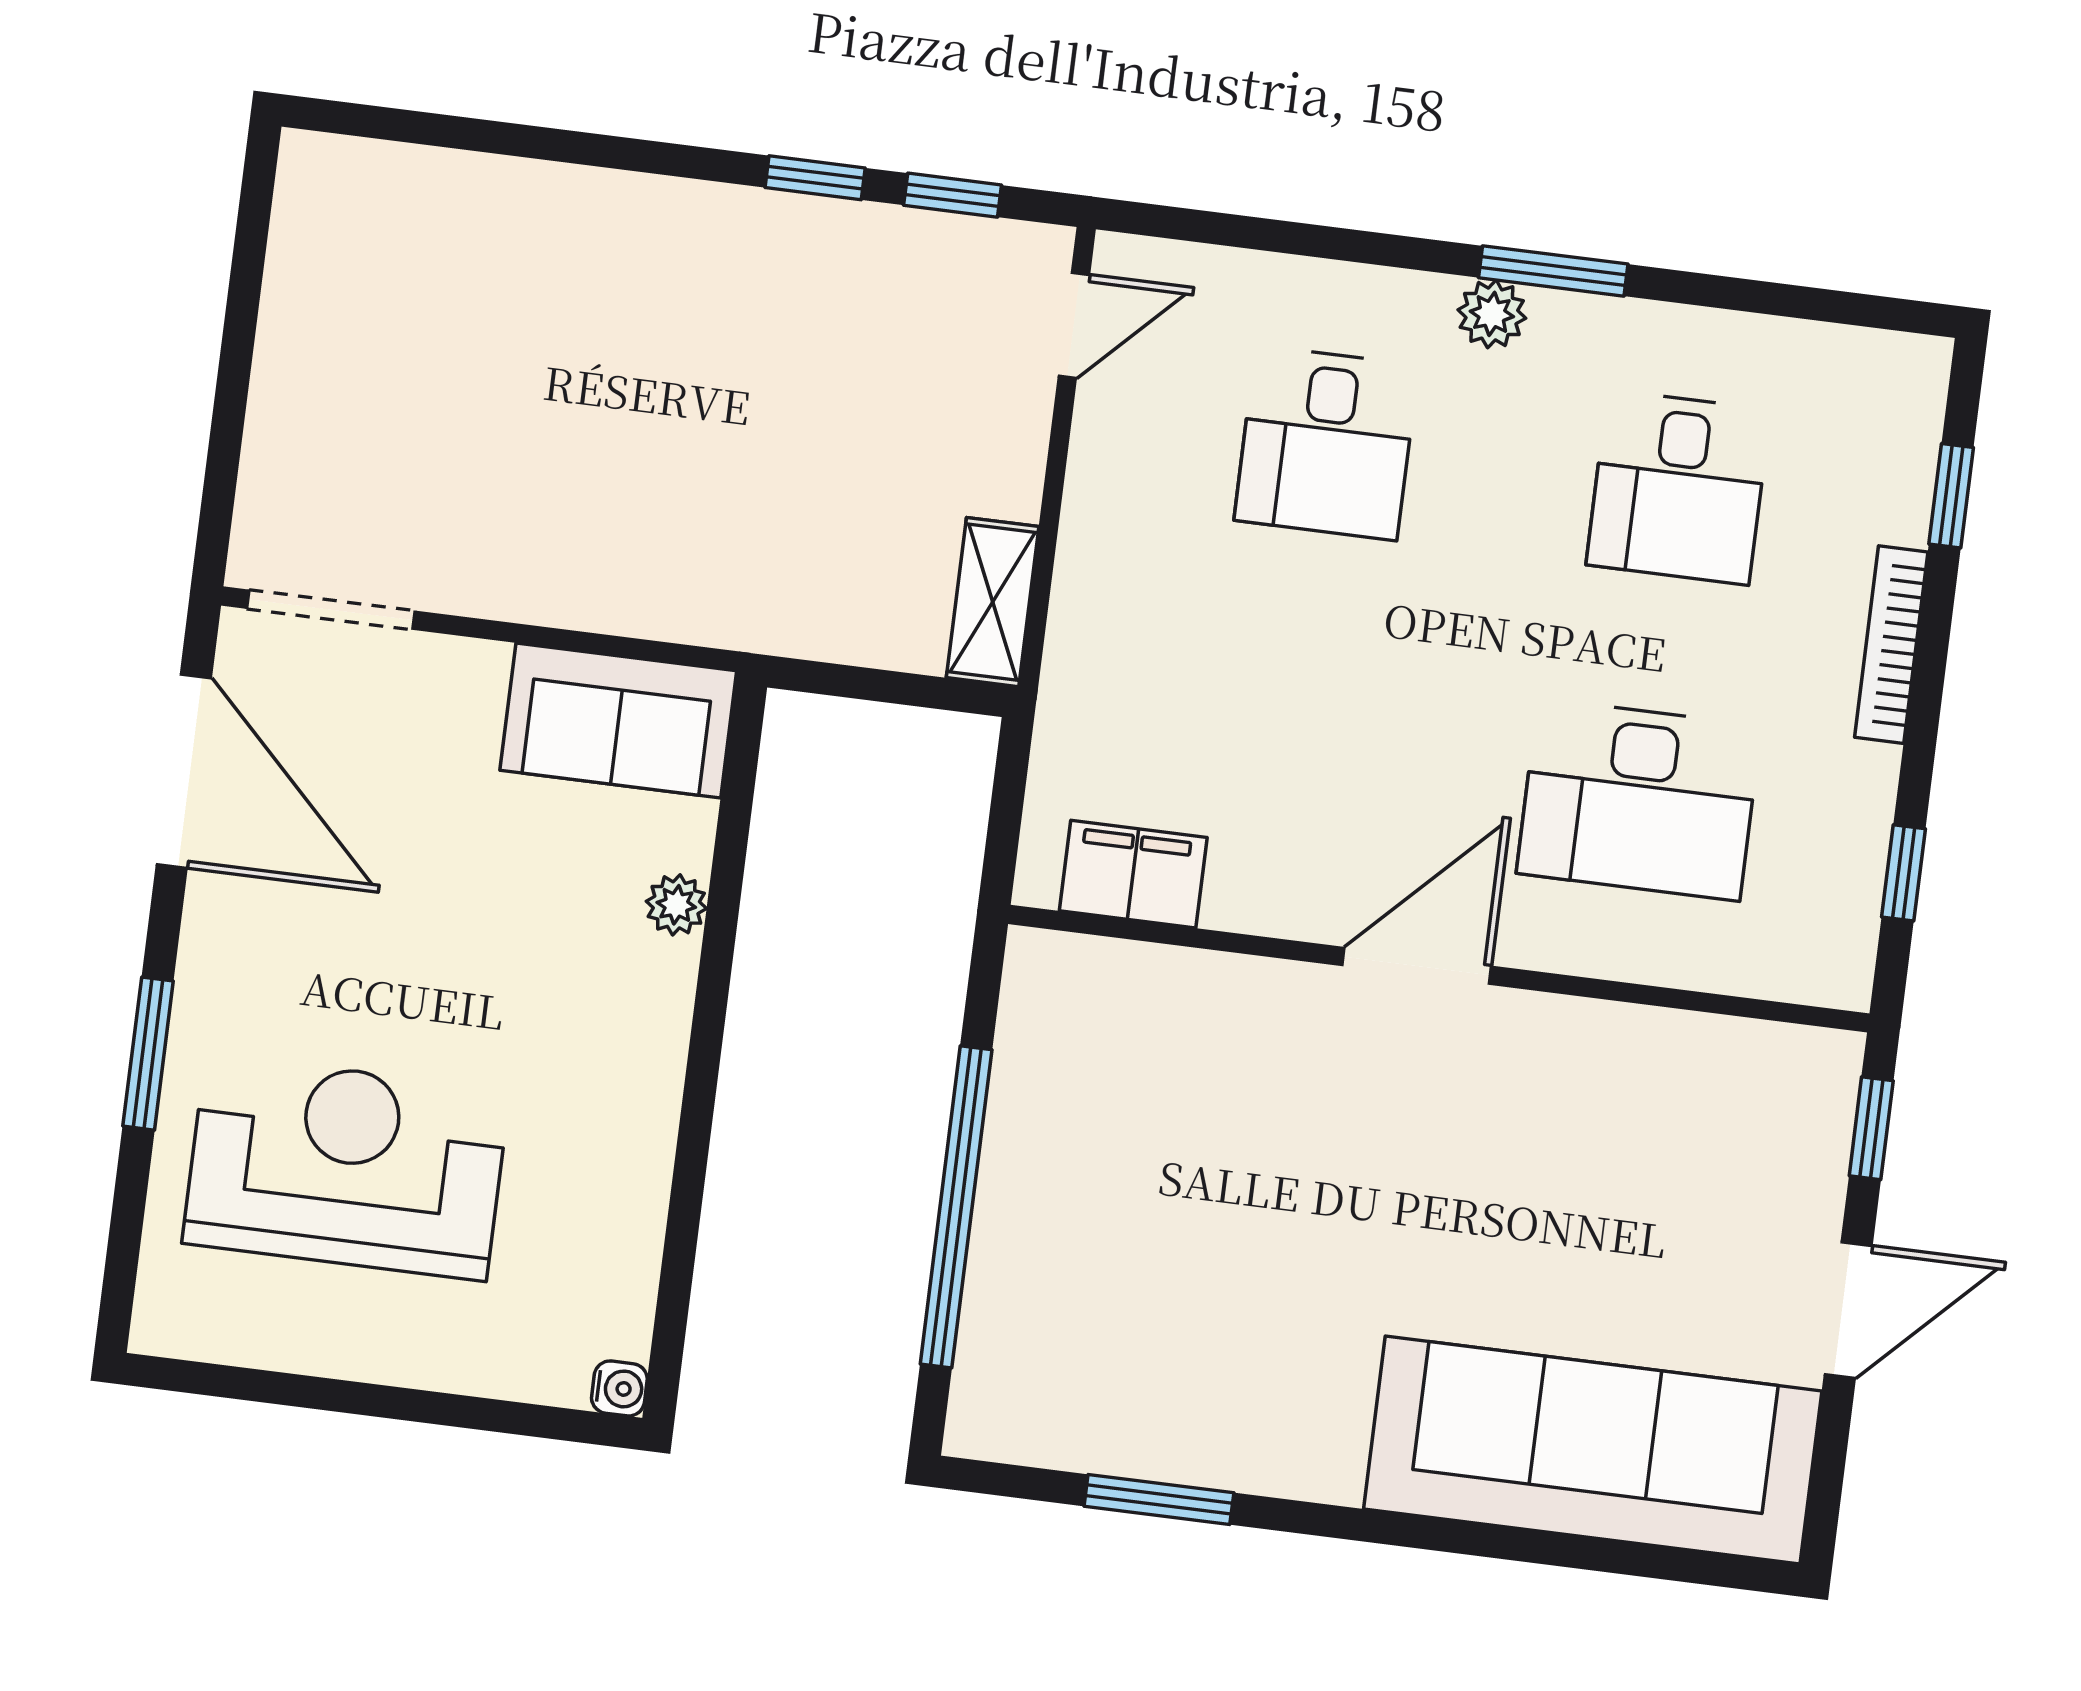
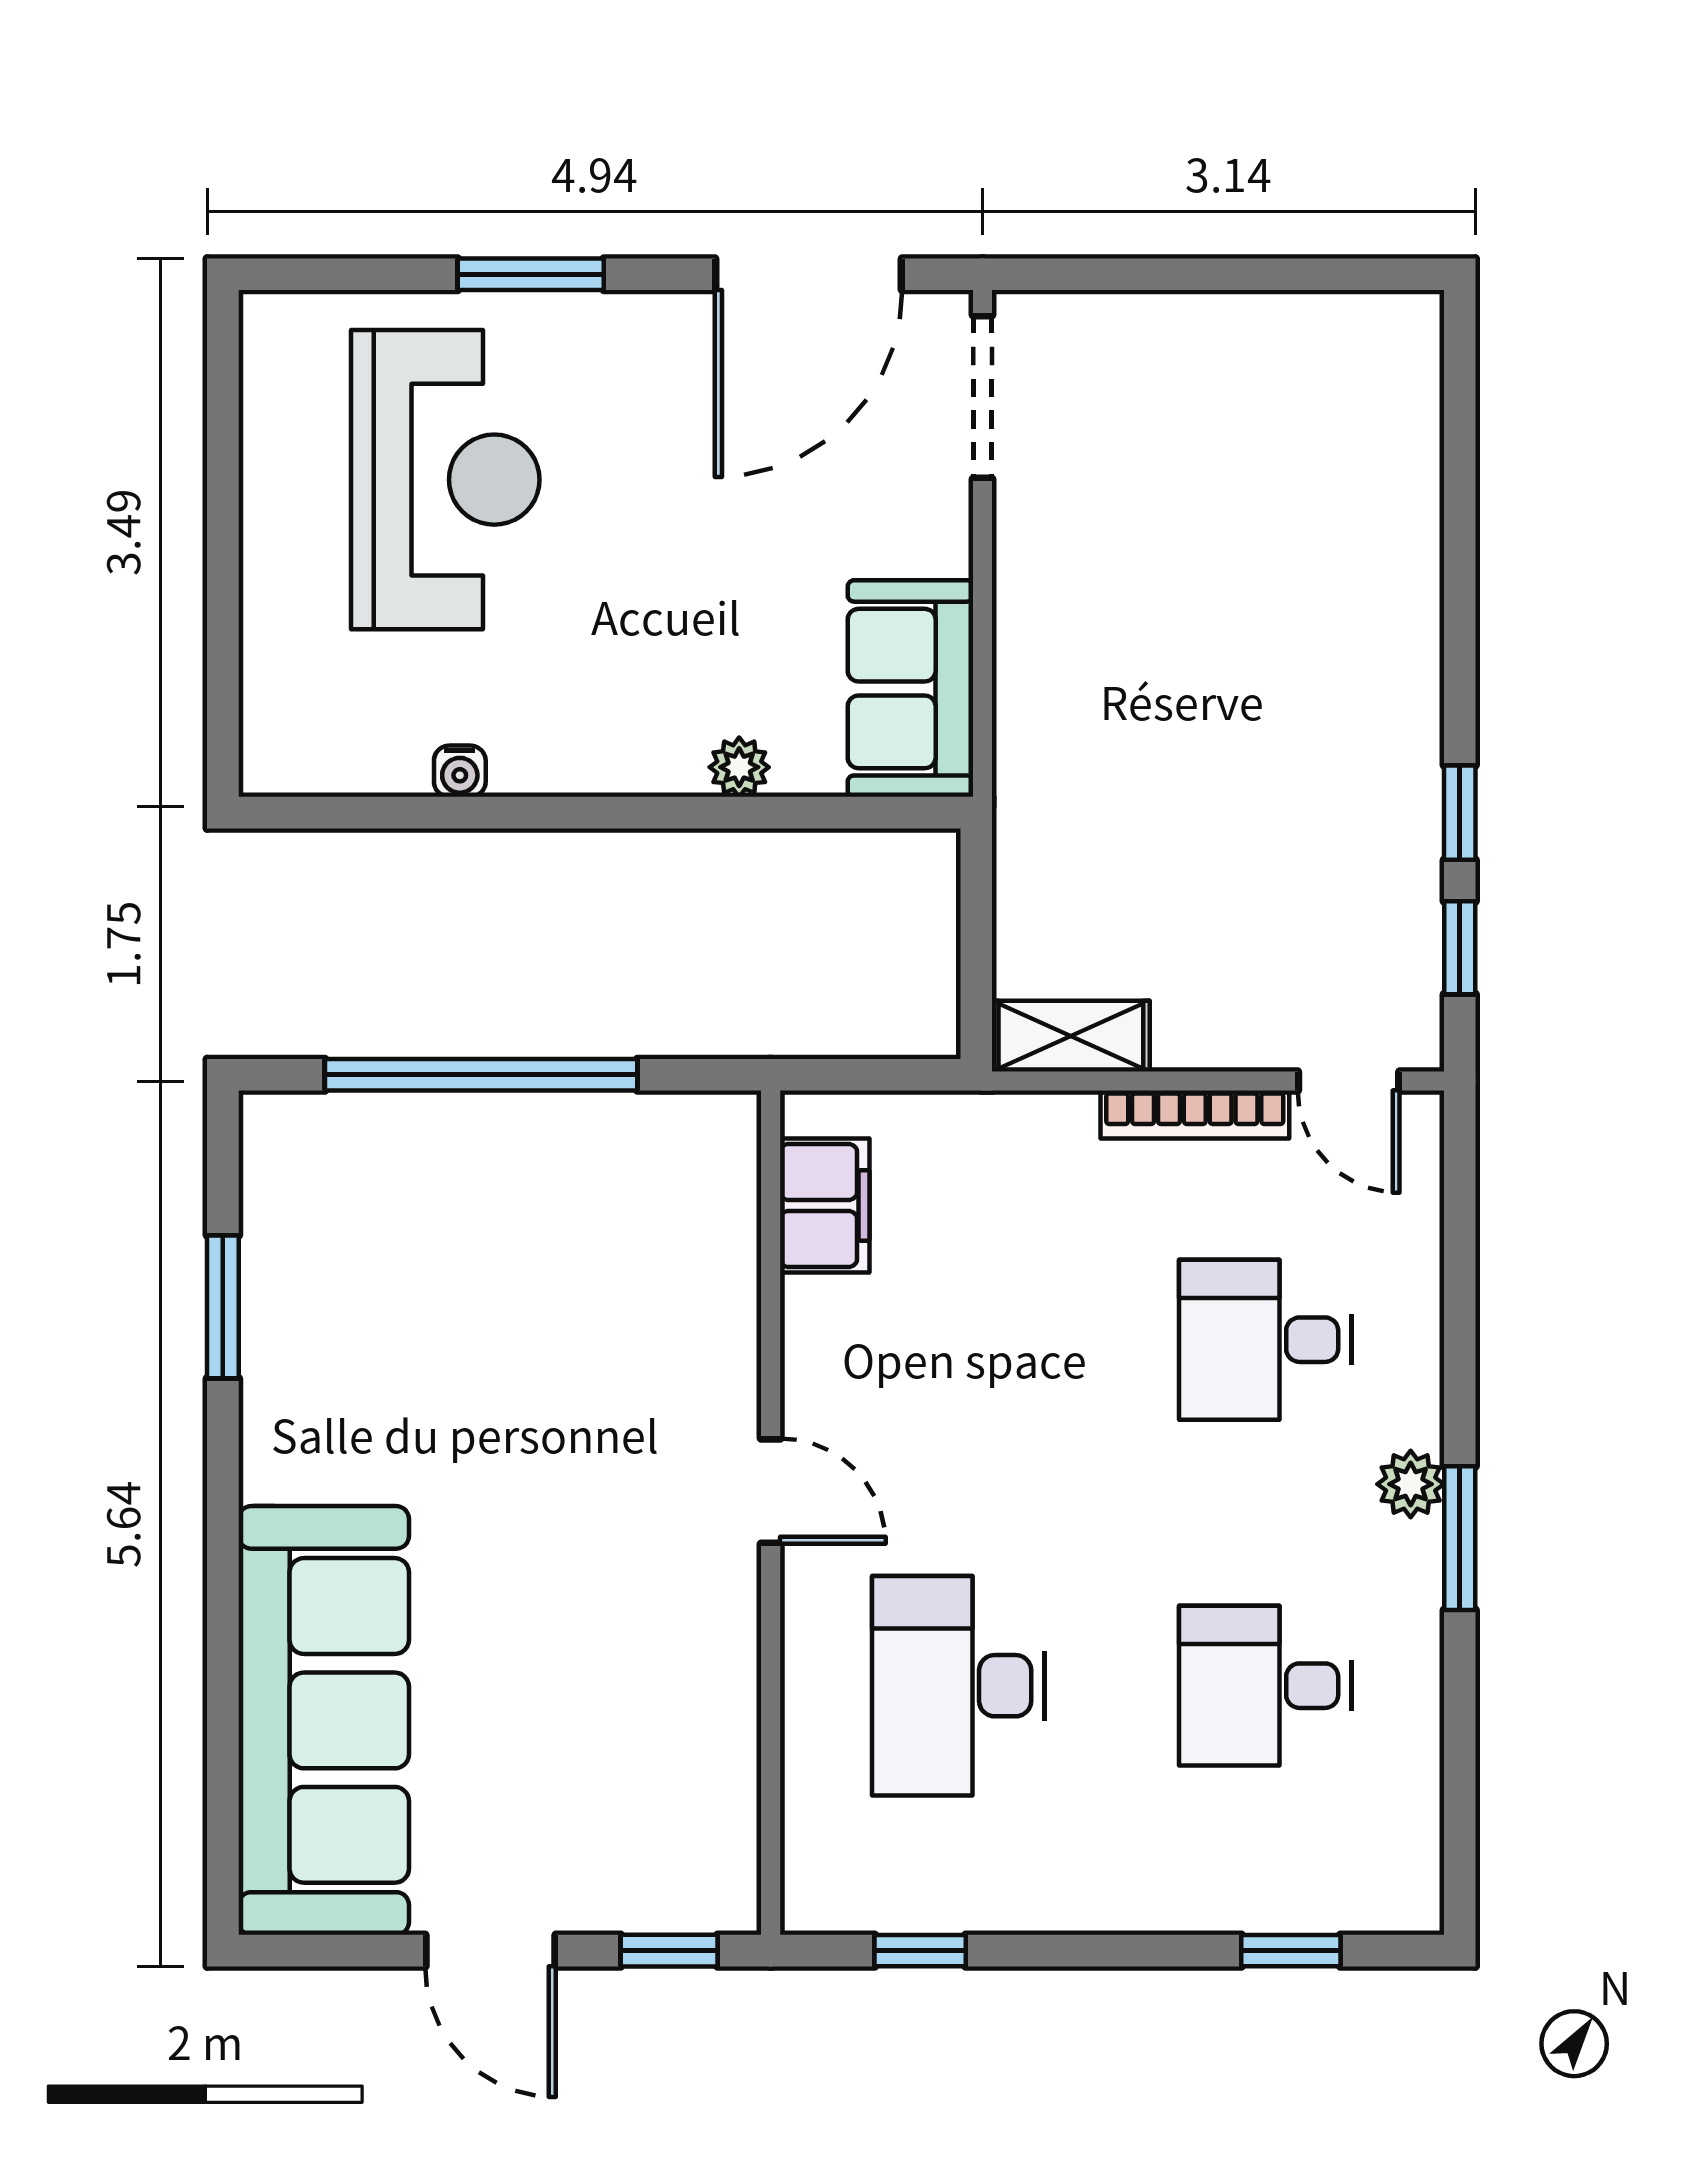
bookcase: (1891, 645) -> (1195, 1115), moved, turned 180
door: (1417, 966) -> (771, 1491), width x0.73
water cooler: (619, 1388) -> (460, 771), moved

